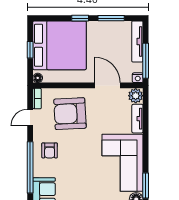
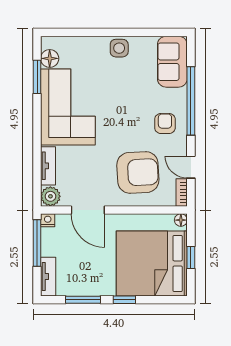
tv unit: (137, 41) -> (48, 277), width x0.71
door: (30, 118) -> (191, 167), swing flipped

